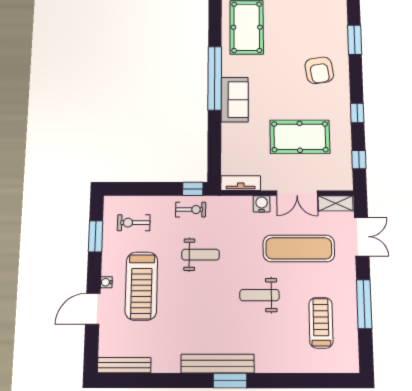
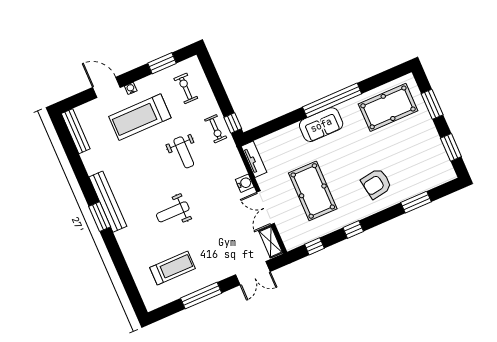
exercise mat: (299, 248) -> (222, 227), removed
weight bench: (259, 295) -> (173, 212), turned -90

